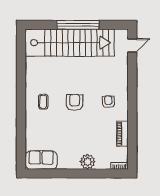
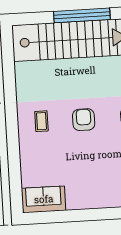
plant: (88, 162) -> (106, 198), removed

